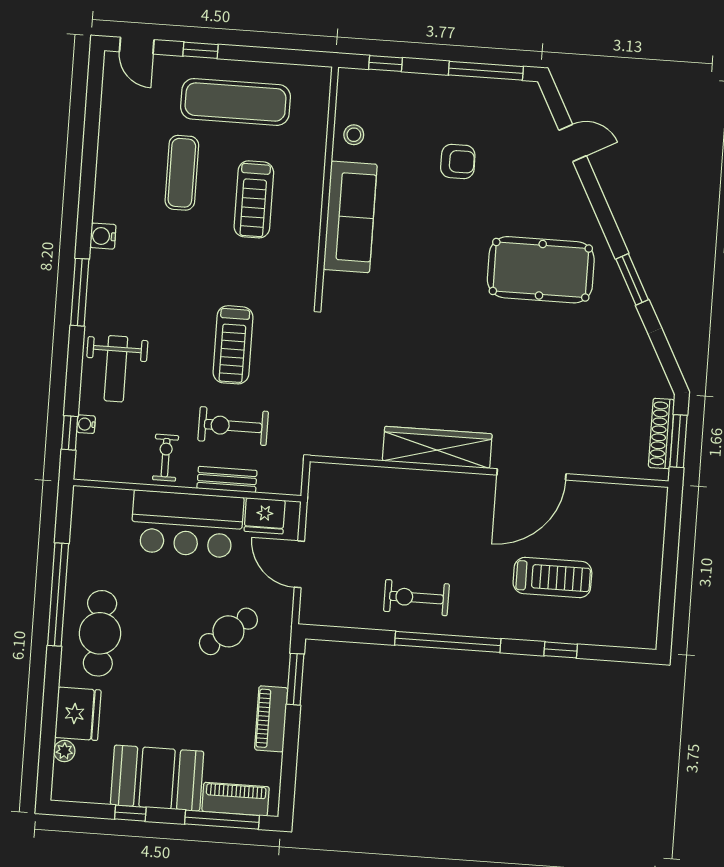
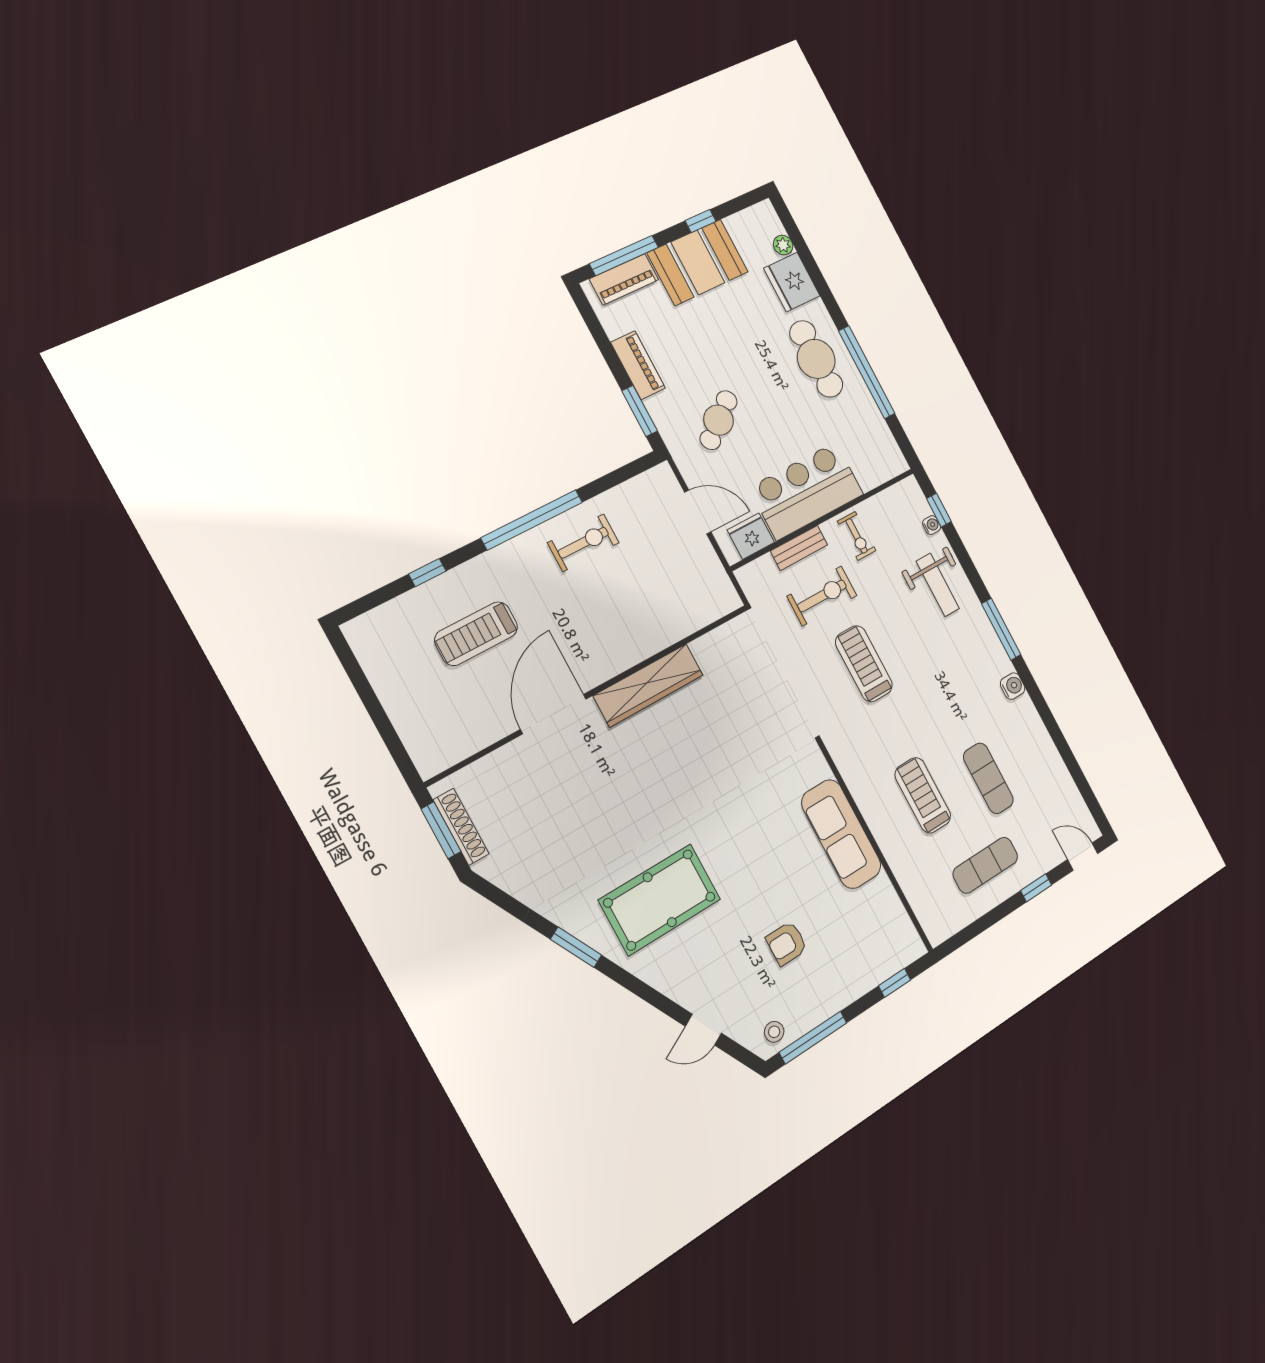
exercise mat: (236, 102) -> (985, 865), width x0.73, depth x0.69
stool: (354, 135) -> (774, 1032), moved
weight bench: (116, 369) -> (938, 585), turned 180

